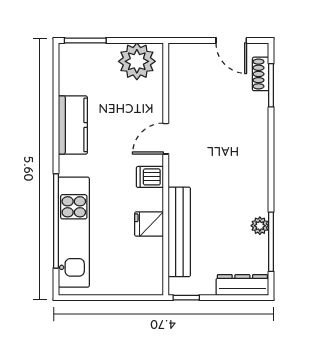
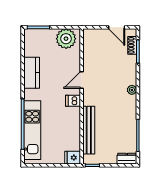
fridge: (149, 224) -> (73, 158), moved
plant: (260, 226) -> (132, 90), moved
dresser: (242, 285) -> (127, 159), width x0.70

